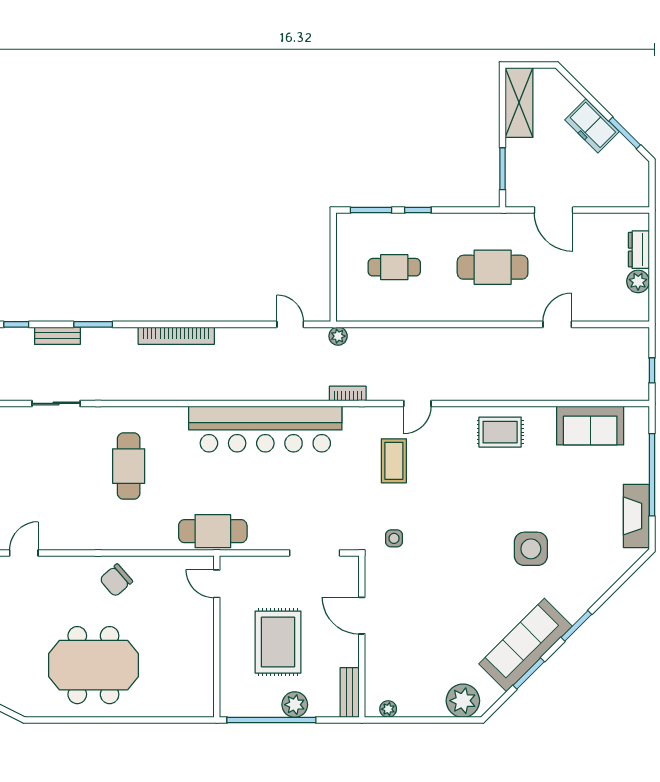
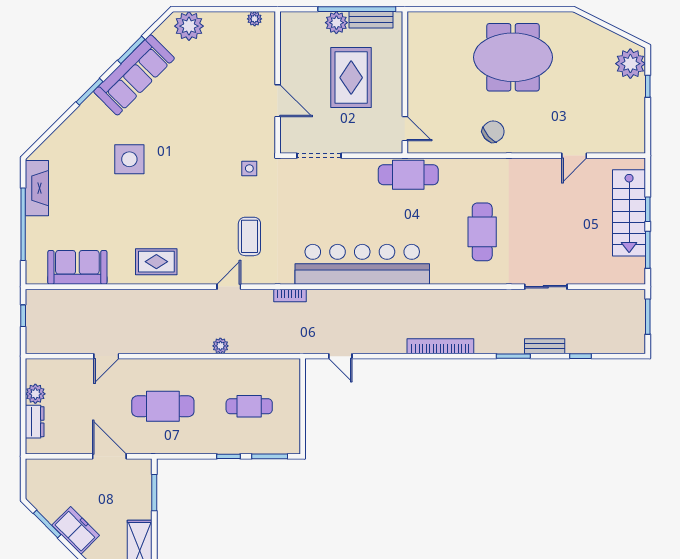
plant: (338, 336) -> (220, 346), moved
bench: (350, 692) -> (371, 20), moved, turned 90

